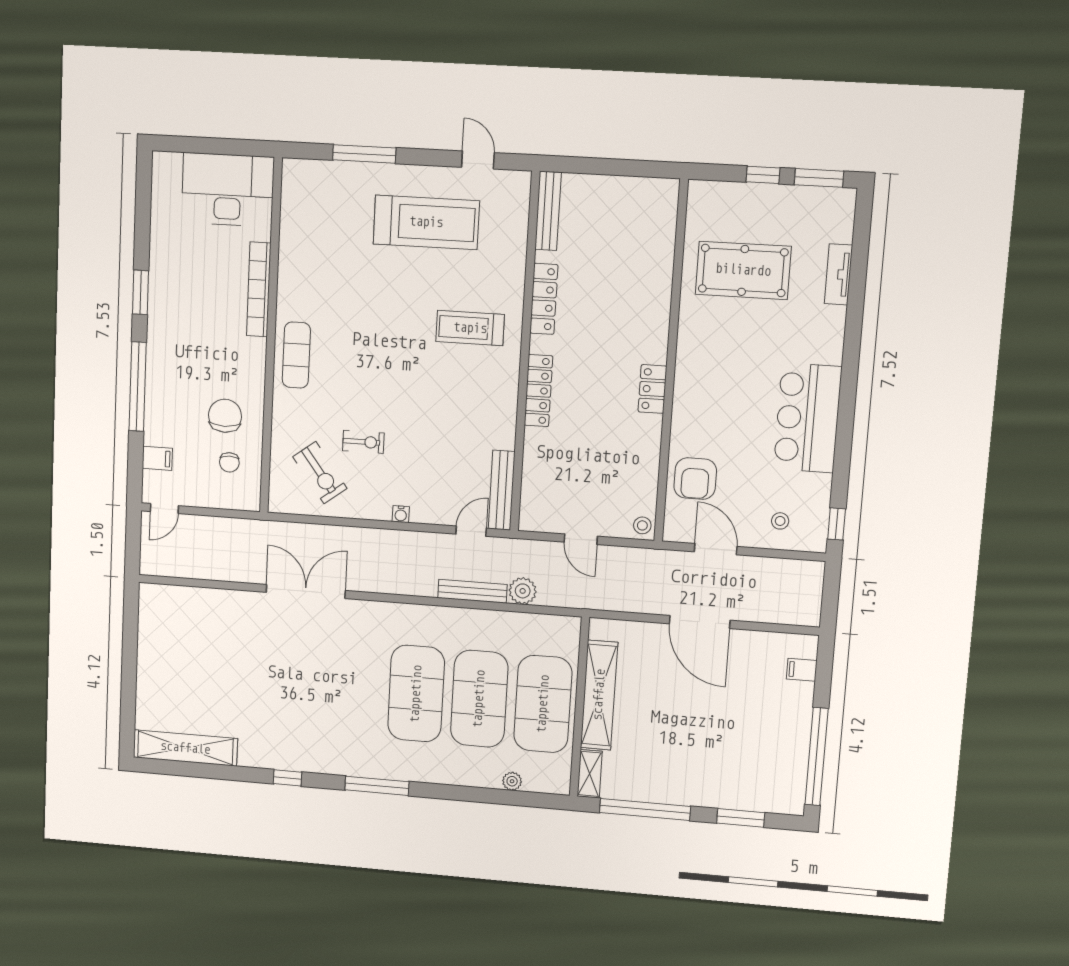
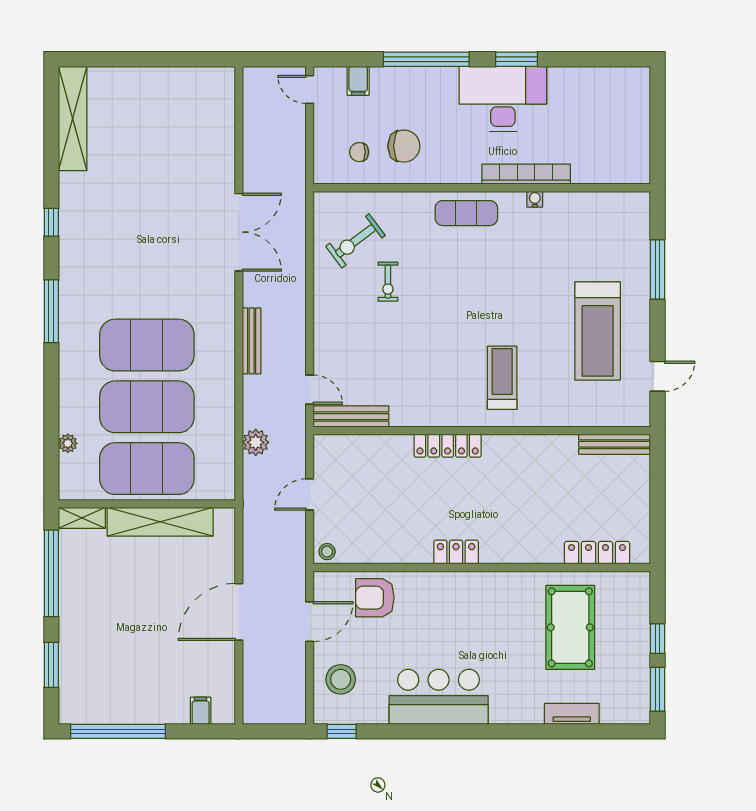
desk: (228, 190) -> (503, 99), moved, turned -90
locker: (544, 299) -> (597, 553), moved, turned 180
water cooler: (401, 514) -> (535, 199), moved, turned 90
stool: (780, 521) -> (341, 679), width x1.89, depth x1.89
bench: (472, 591) -> (252, 341), moved

